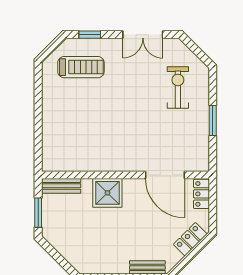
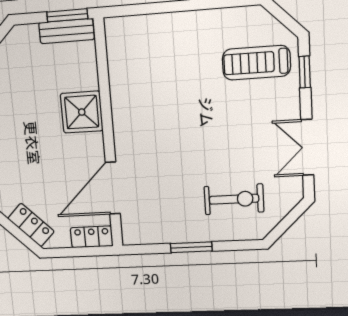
treadmill: (81, 67) -> (256, 63), turned 90
bench: (61, 186) -> (66, 31), moved, turned 90
window: (38, 213) -> (67, 15), moved

